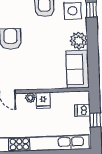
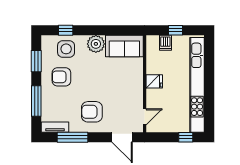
plant: (30, 98) -> (151, 94), removed

